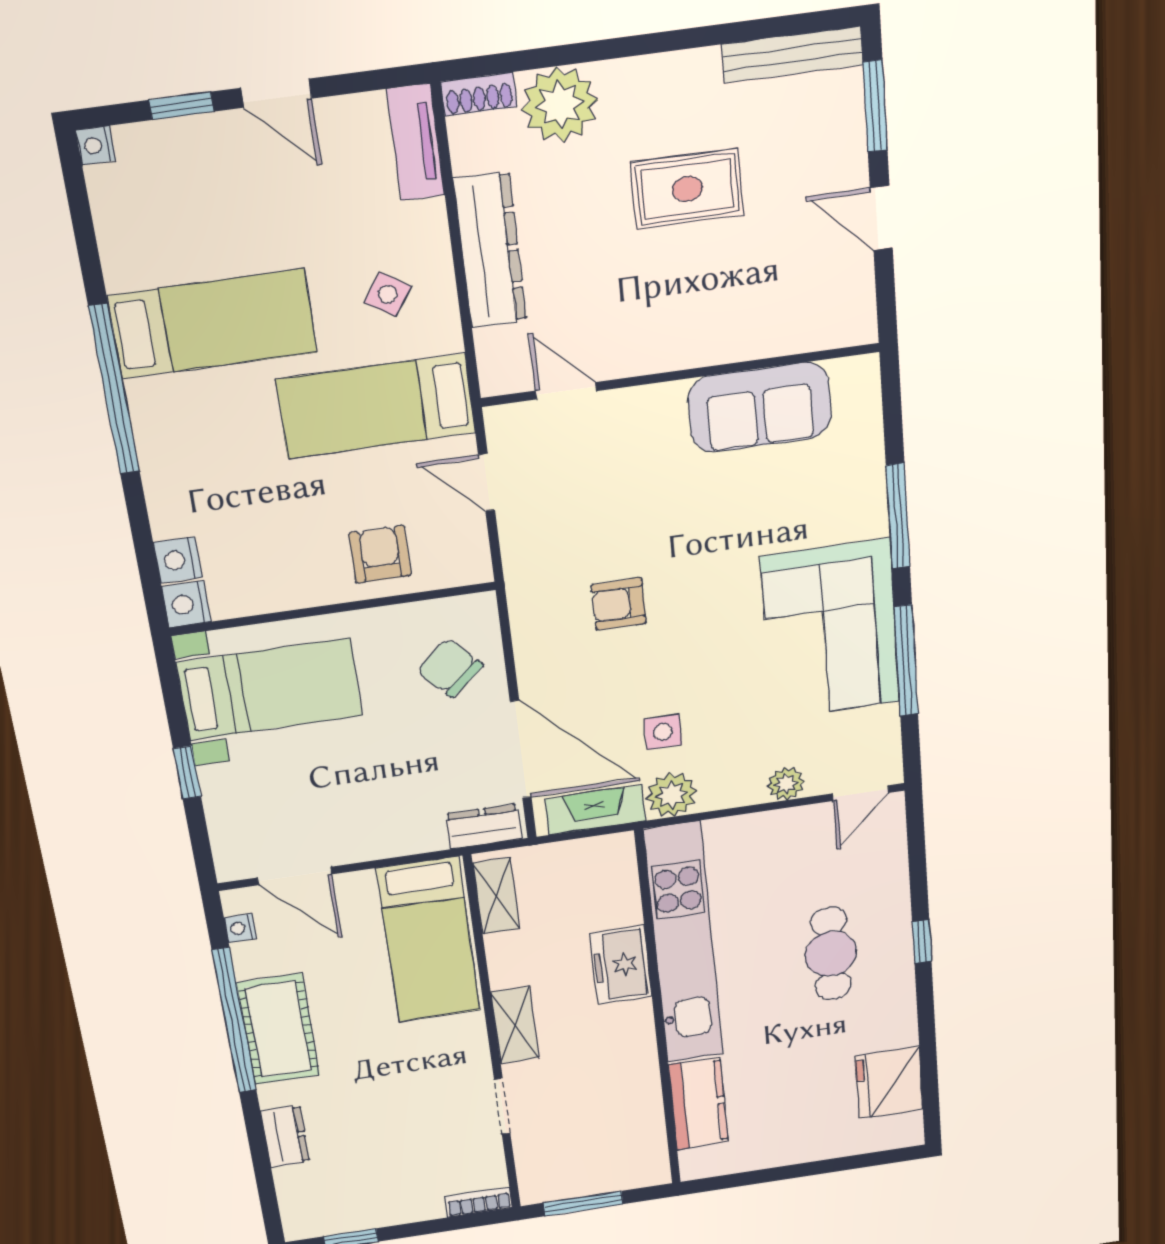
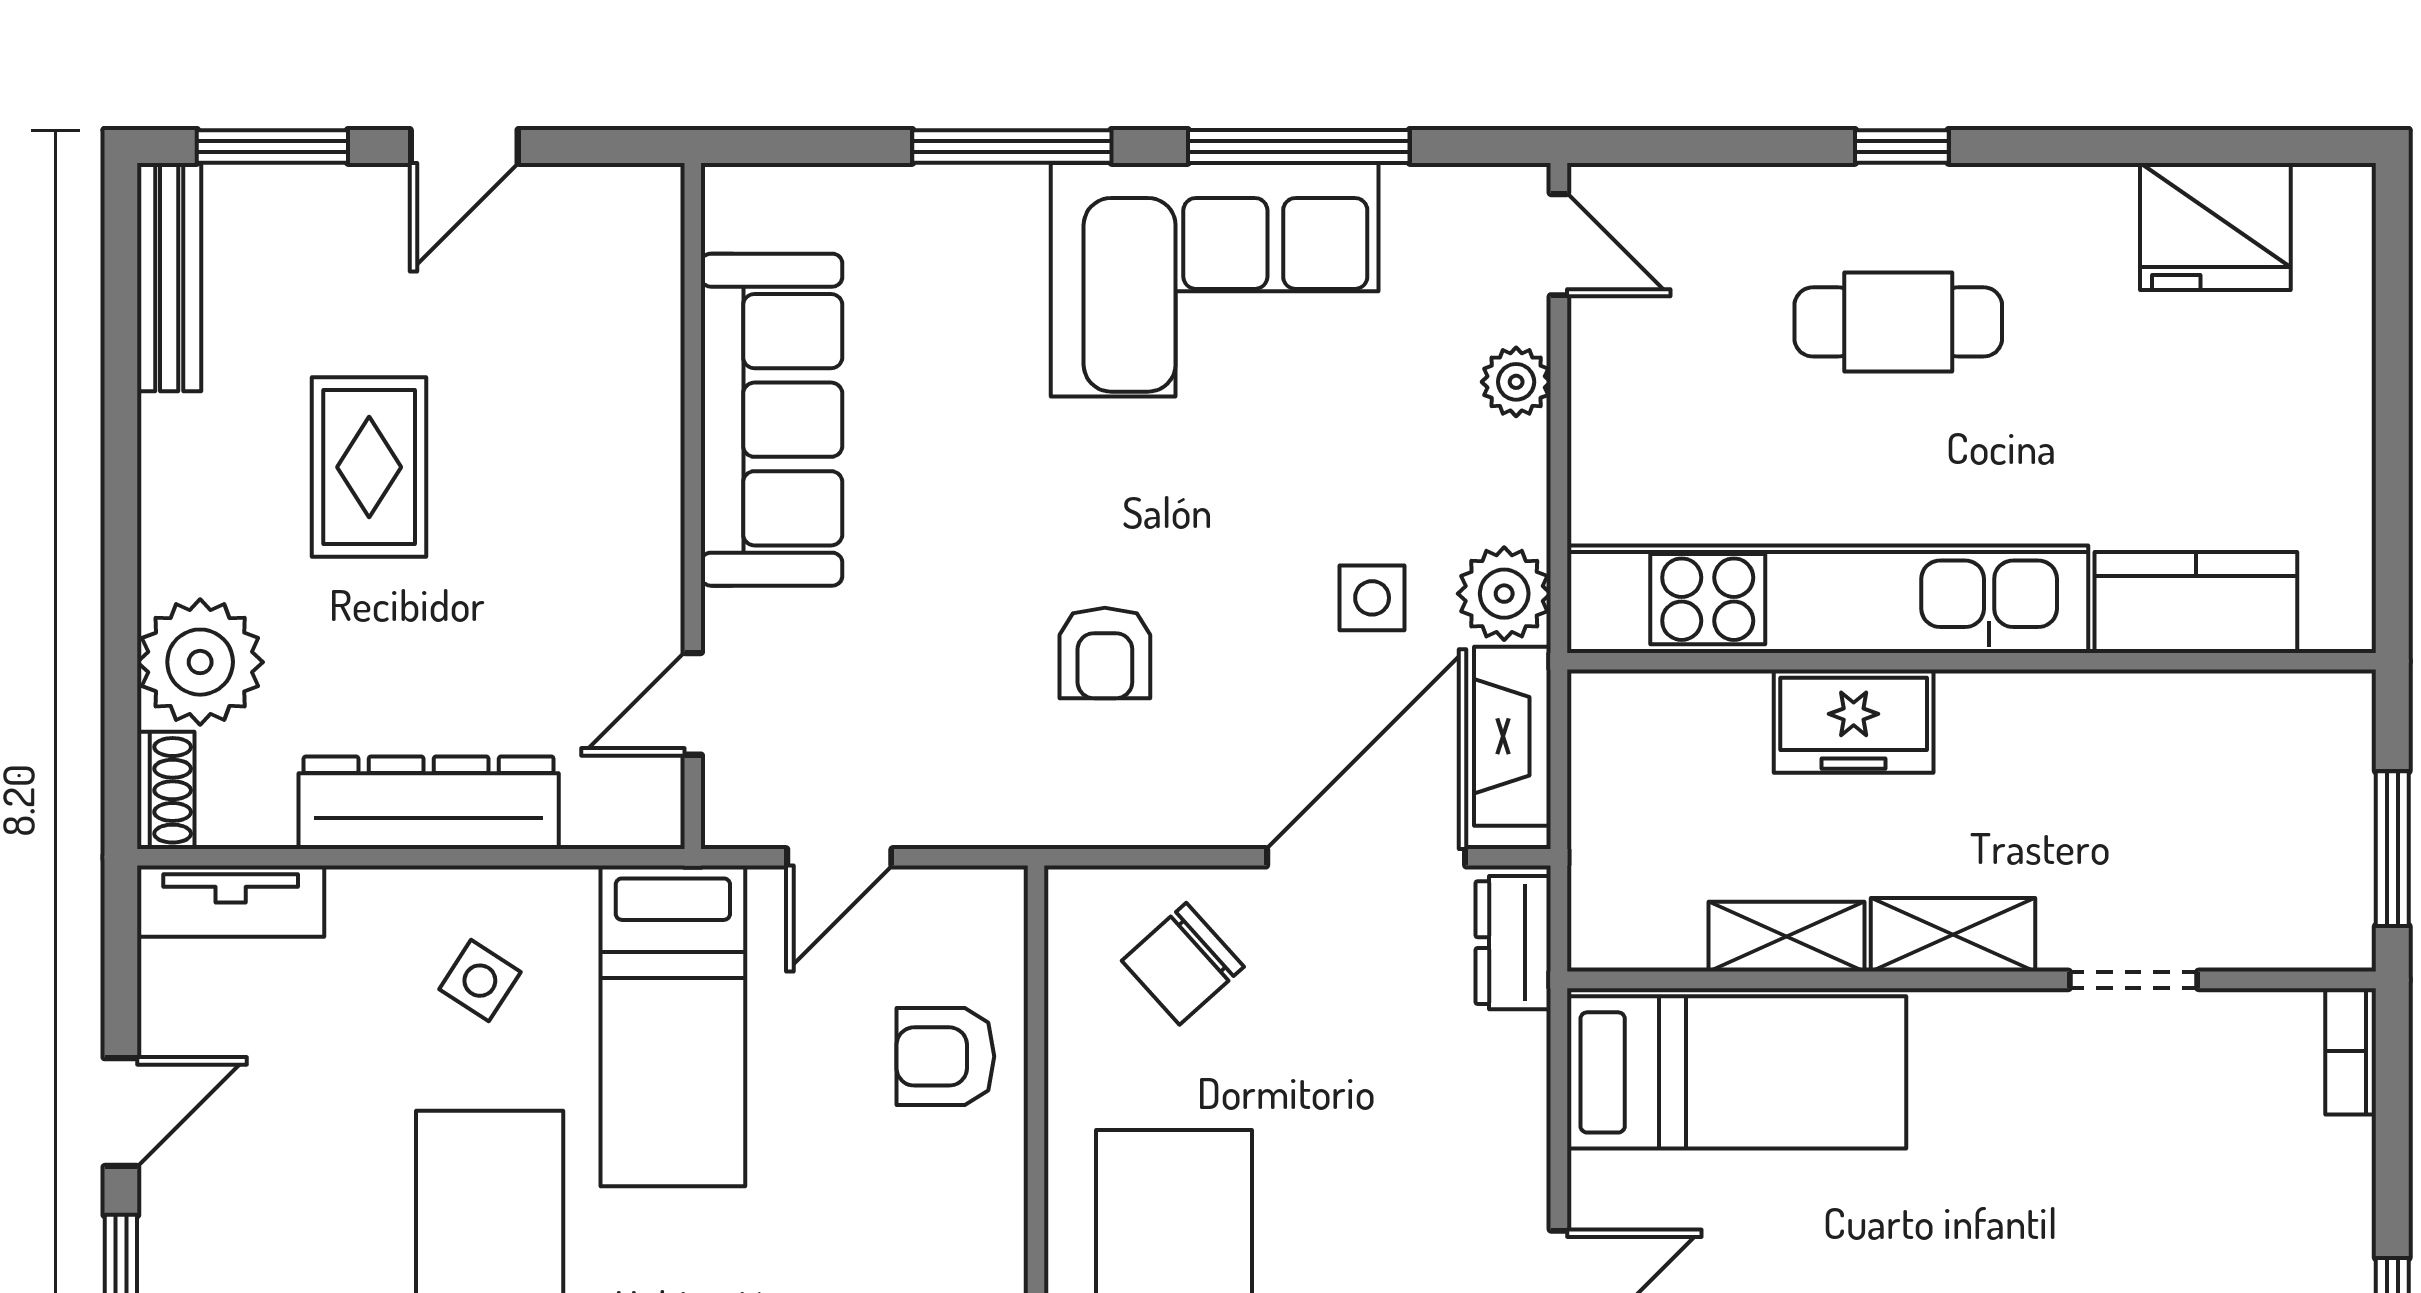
sofa: (760, 407) -> (772, 420), width x1.36
shelving: (496, 896) -> (1787, 937), moved

